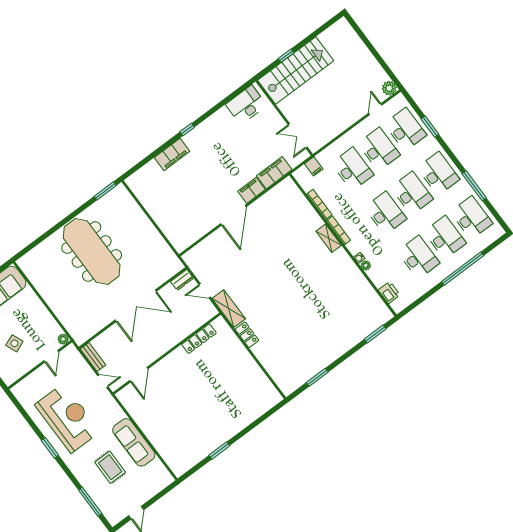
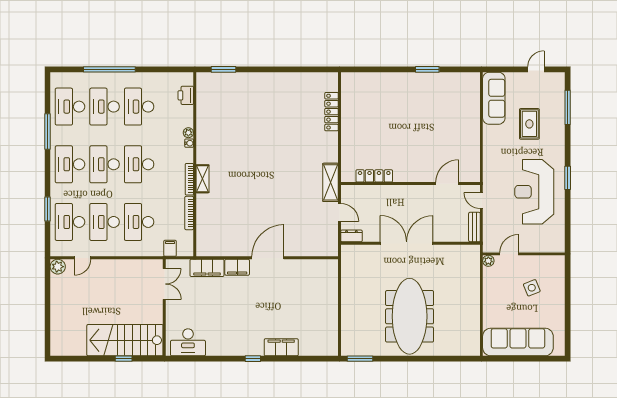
locker: (247, 335) -> (332, 112), moved, width x1.53
window: (317, 377) -> (299, 69), removed
sofa: (134, 442) -> (494, 98), moved

